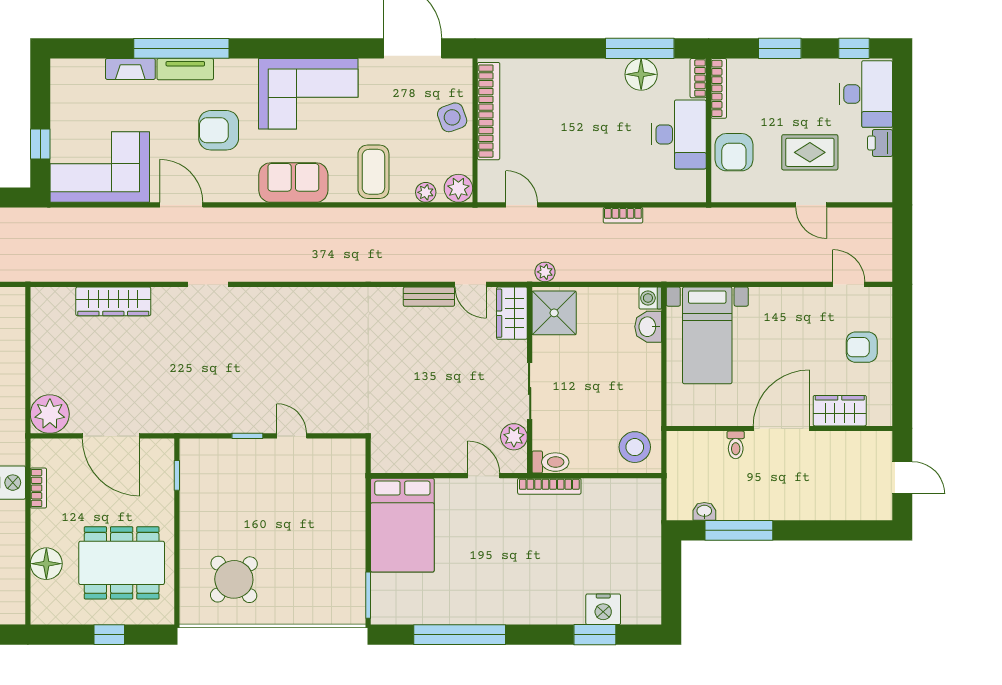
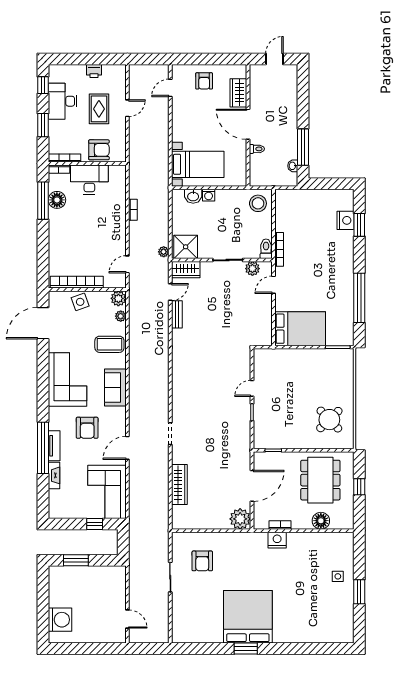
desk: (866, 94) -> (63, 101), moved, turned -90
washing machine: (650, 298) -> (209, 195), moved

